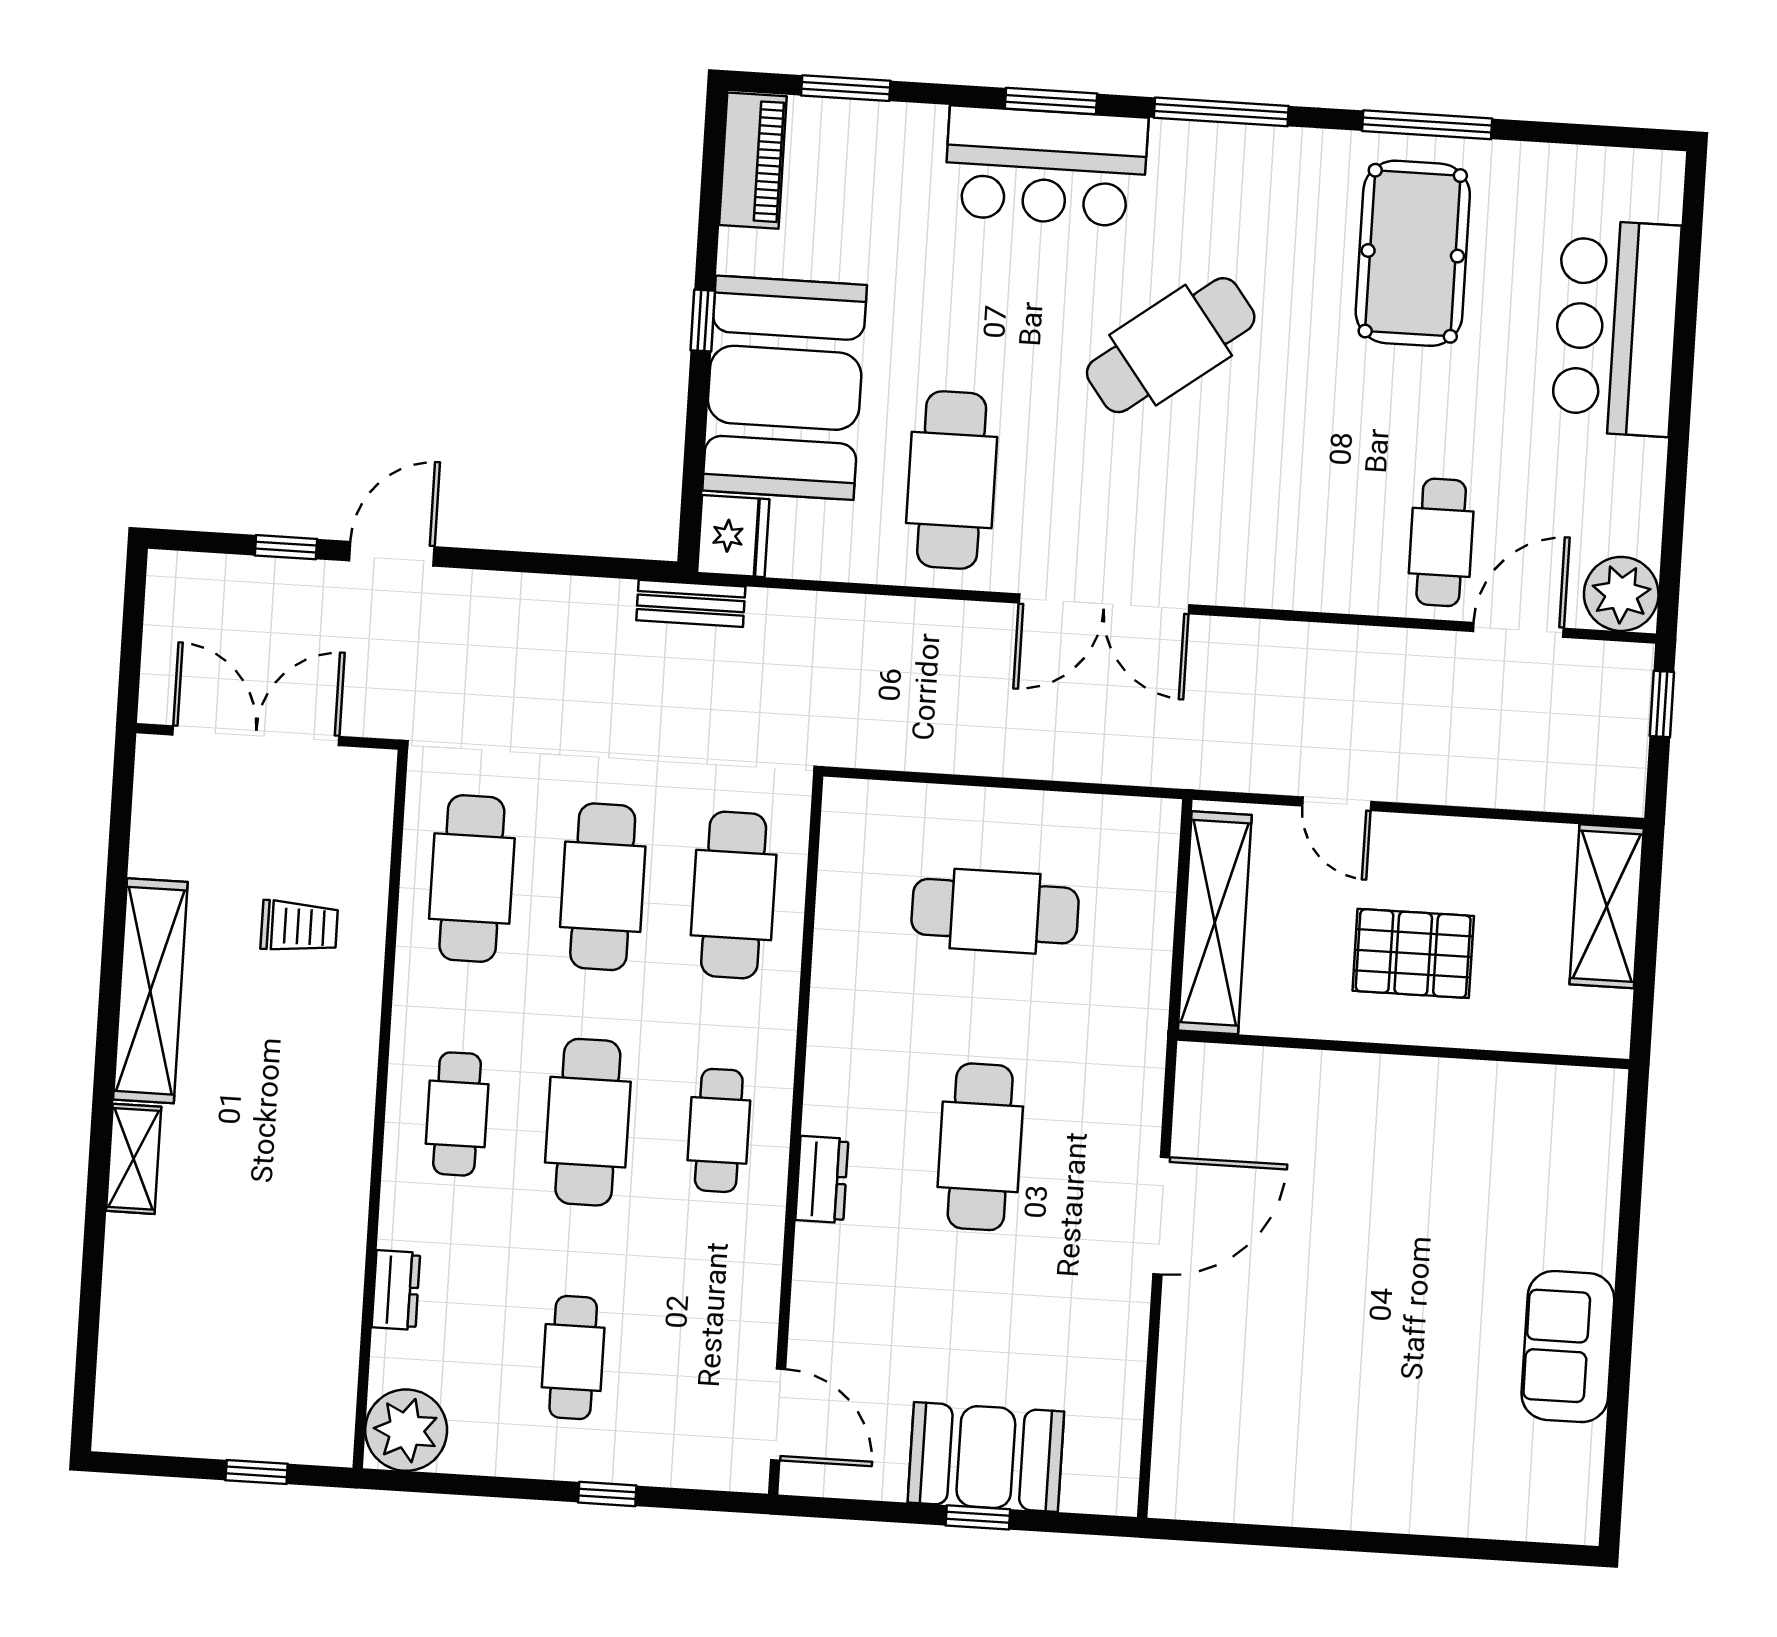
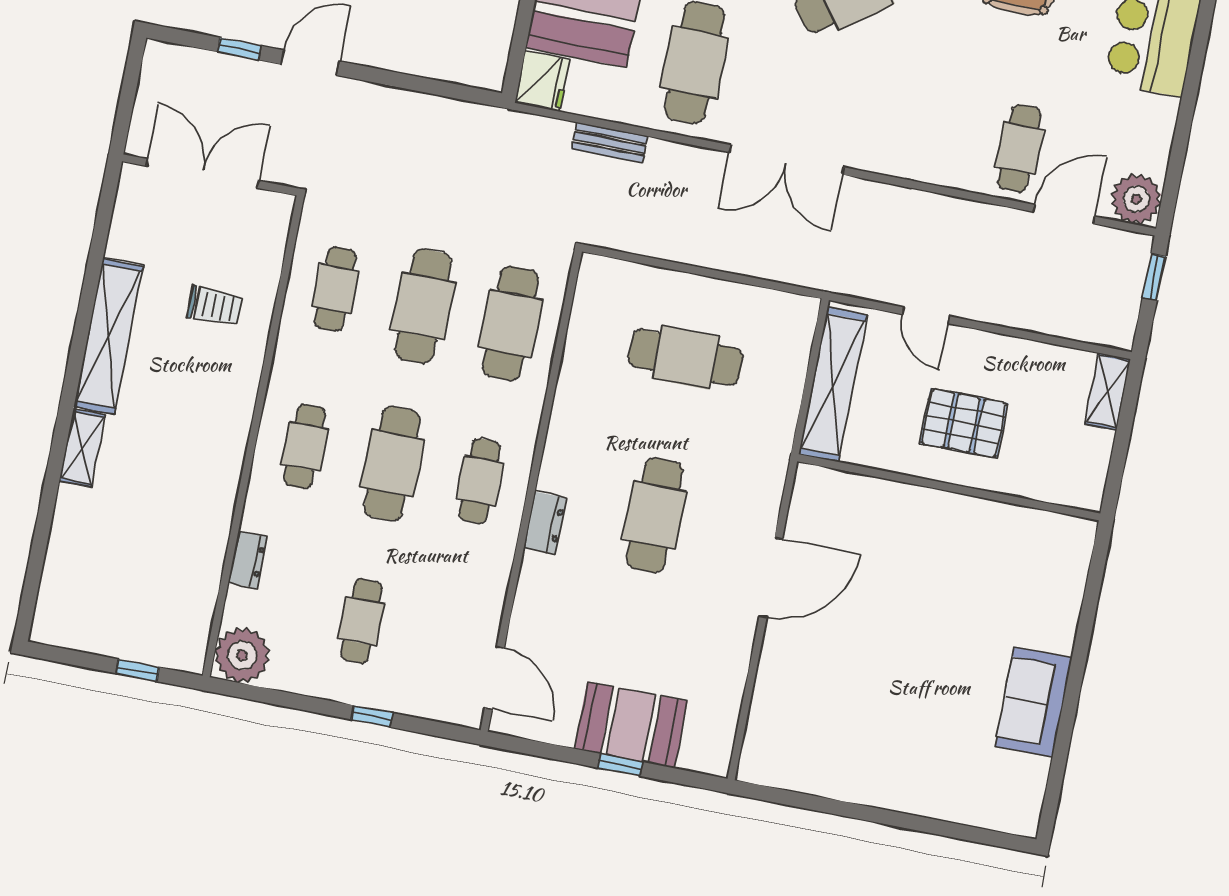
bench: (691, 603) -> (610, 143), moved
cafe table: (472, 879) -> (335, 289), width x0.73, depth x0.74
shelving: (1607, 906) -> (1108, 392), width x0.67, depth x0.75

